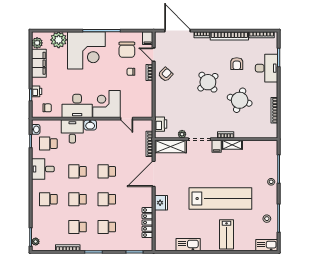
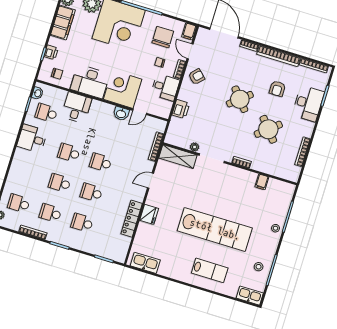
chair: (127, 50) -> (163, 37), turned 180
desk: (142, 91) -> (165, 87), added
round table: (240, 100) -> (268, 129), turned 32
door: (127, 119) -> (140, 112), hinge flipped
printer: (161, 124) -> (181, 109), moved
washbasin: (90, 125) -> (121, 114), moved
shelving: (232, 145) -> (245, 175), removed
filing cabinet: (217, 146) -> (262, 182), moved
door: (154, 174) -> (151, 181), width x0.53
school desk: (48, 199) -> (19, 203), moved
locker: (147, 223) -> (132, 219), moved
lab bench: (227, 234) -> (210, 270), turned -90
kitchen sink: (188, 245) -> (145, 263), moved

